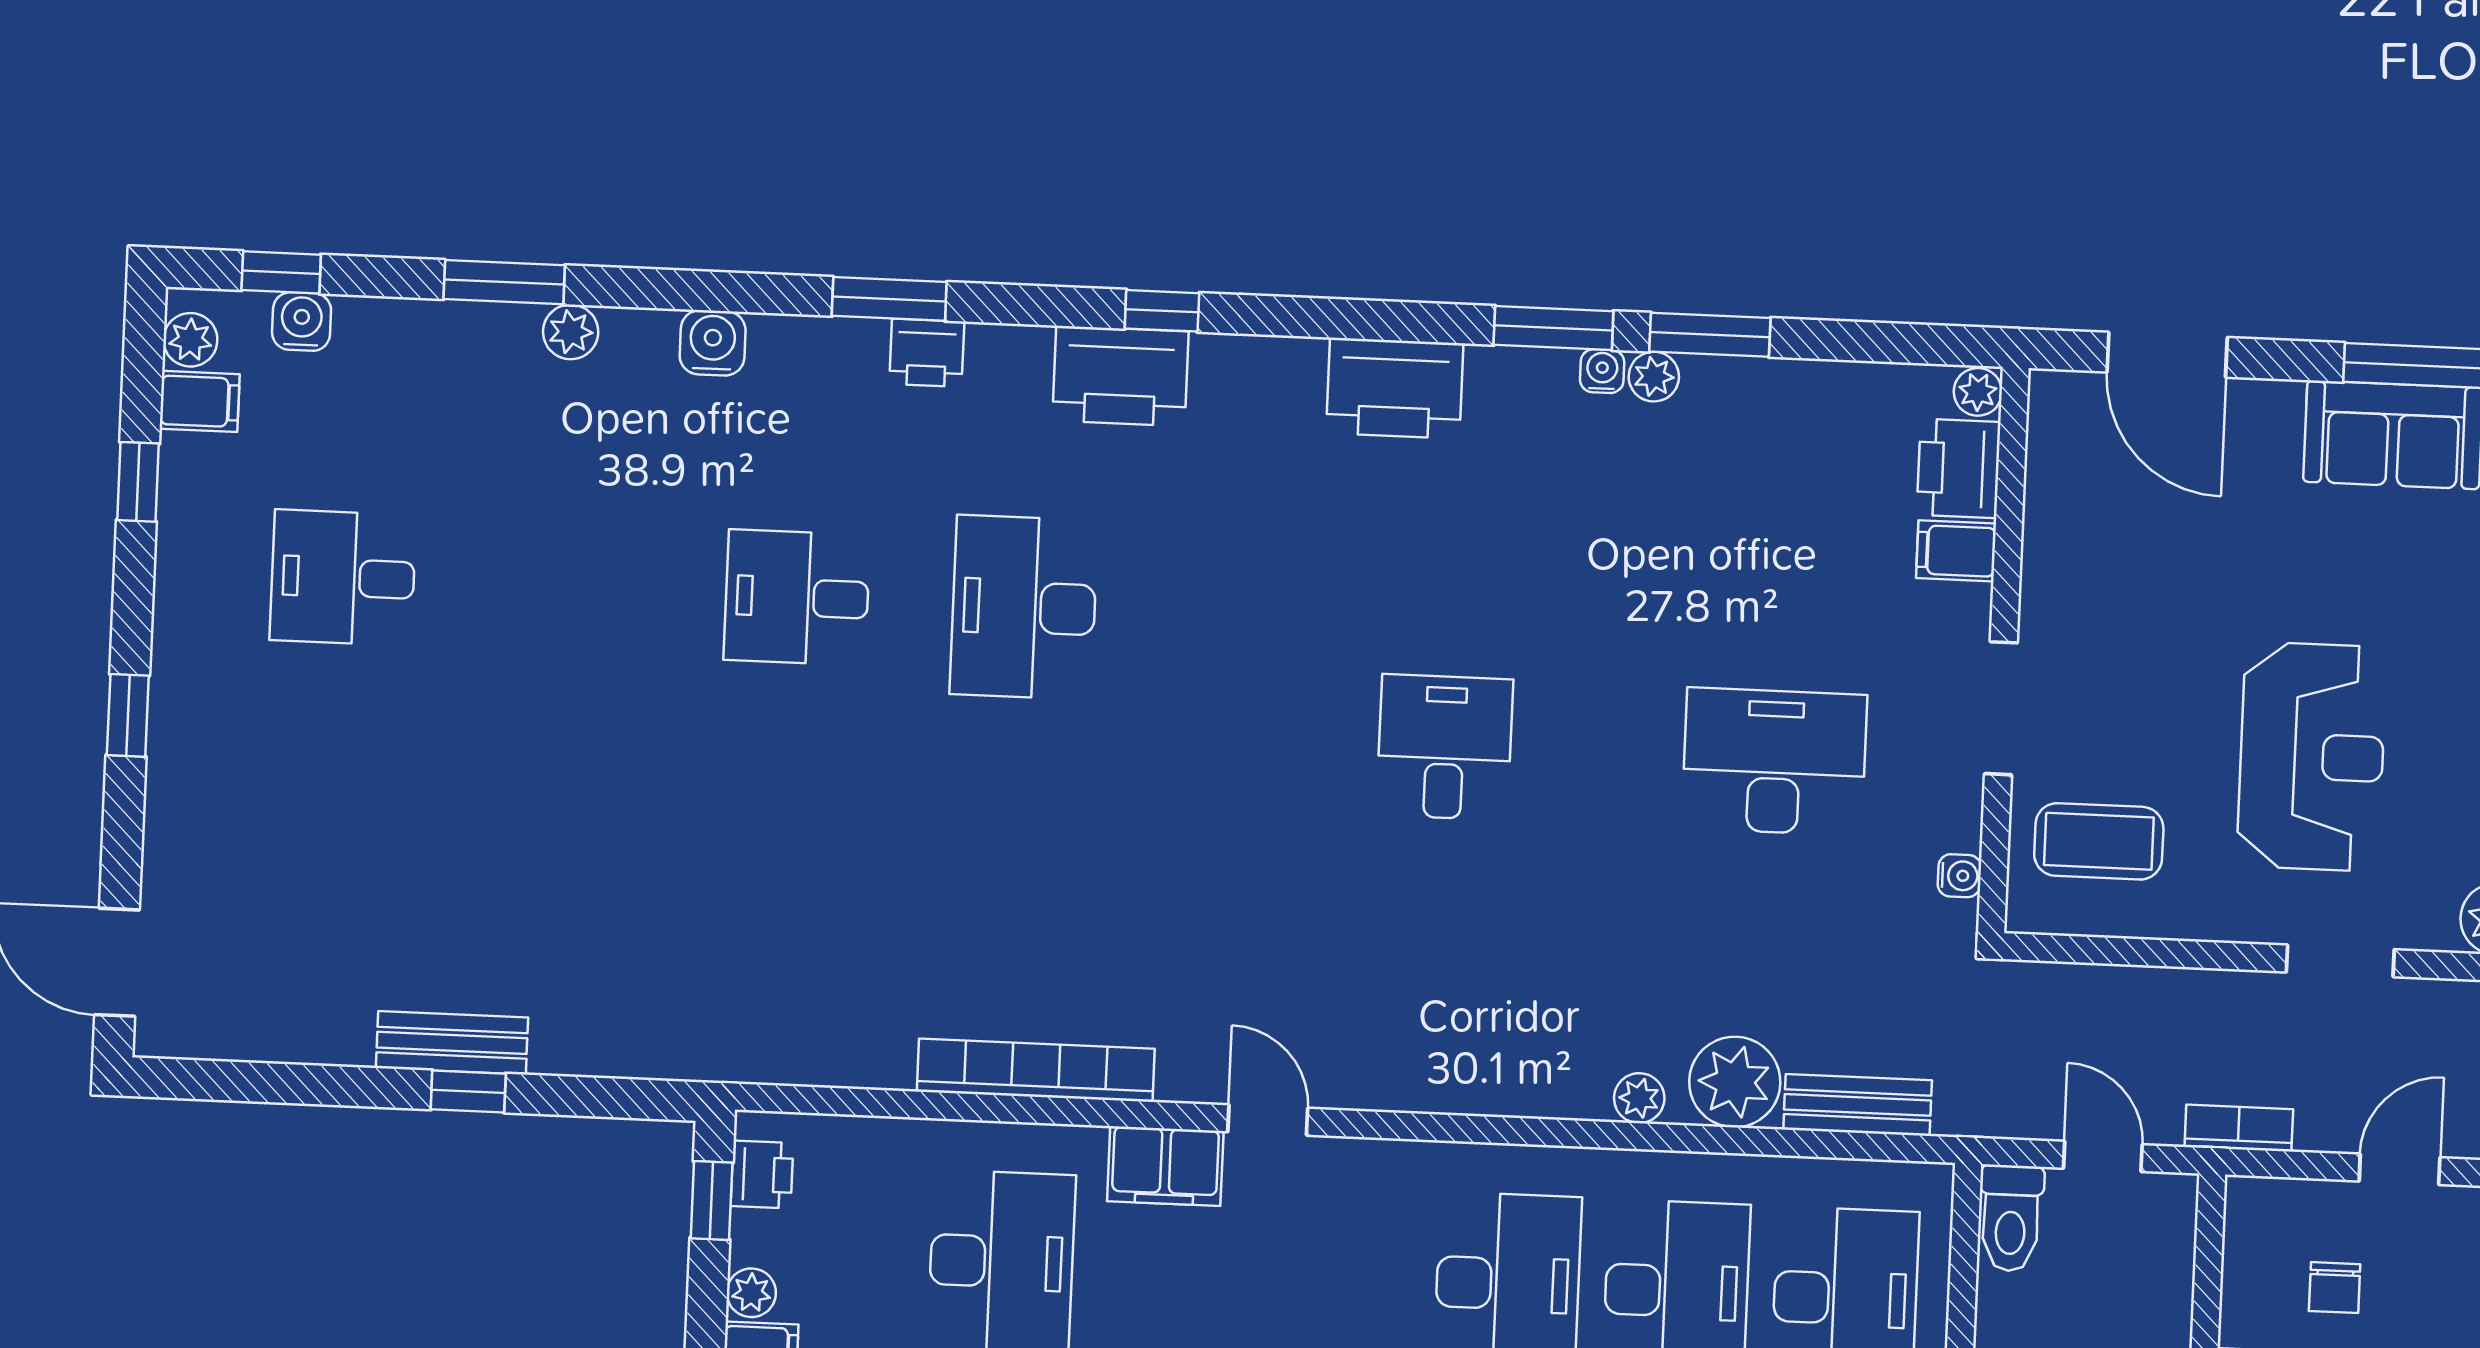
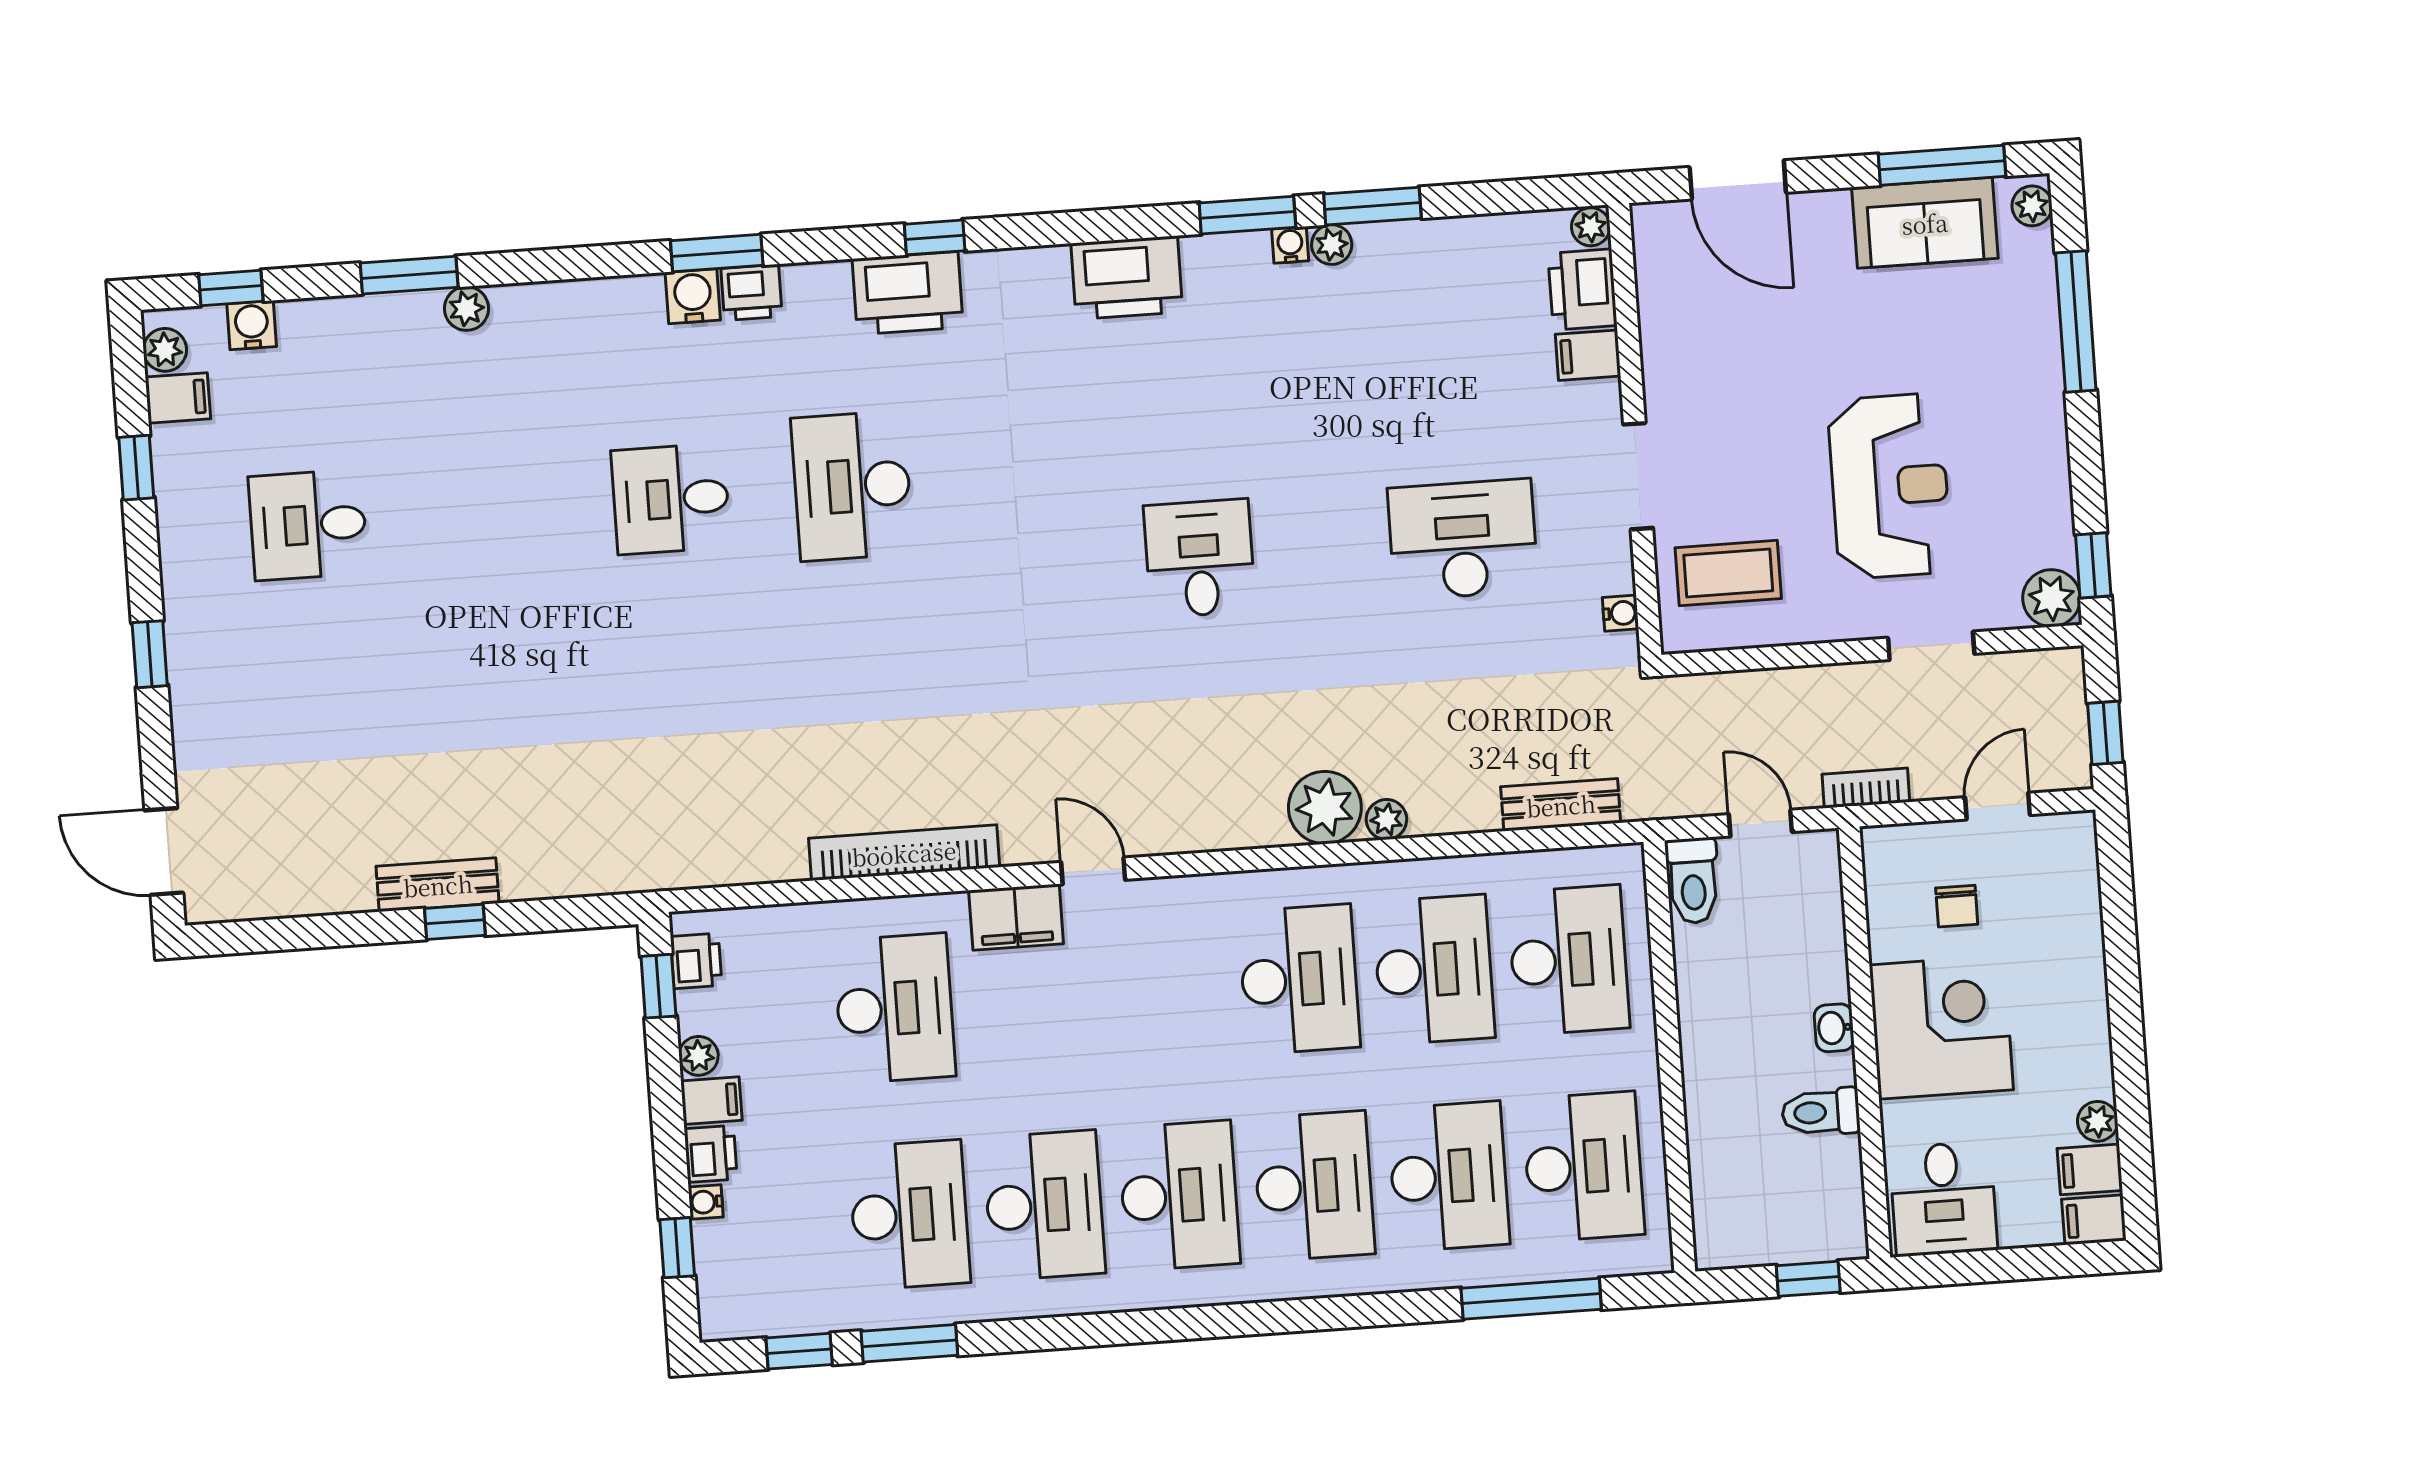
water cooler: (713, 343) -> (693, 296), moved
plant: (1735, 1082) -> (1325, 808), moved

